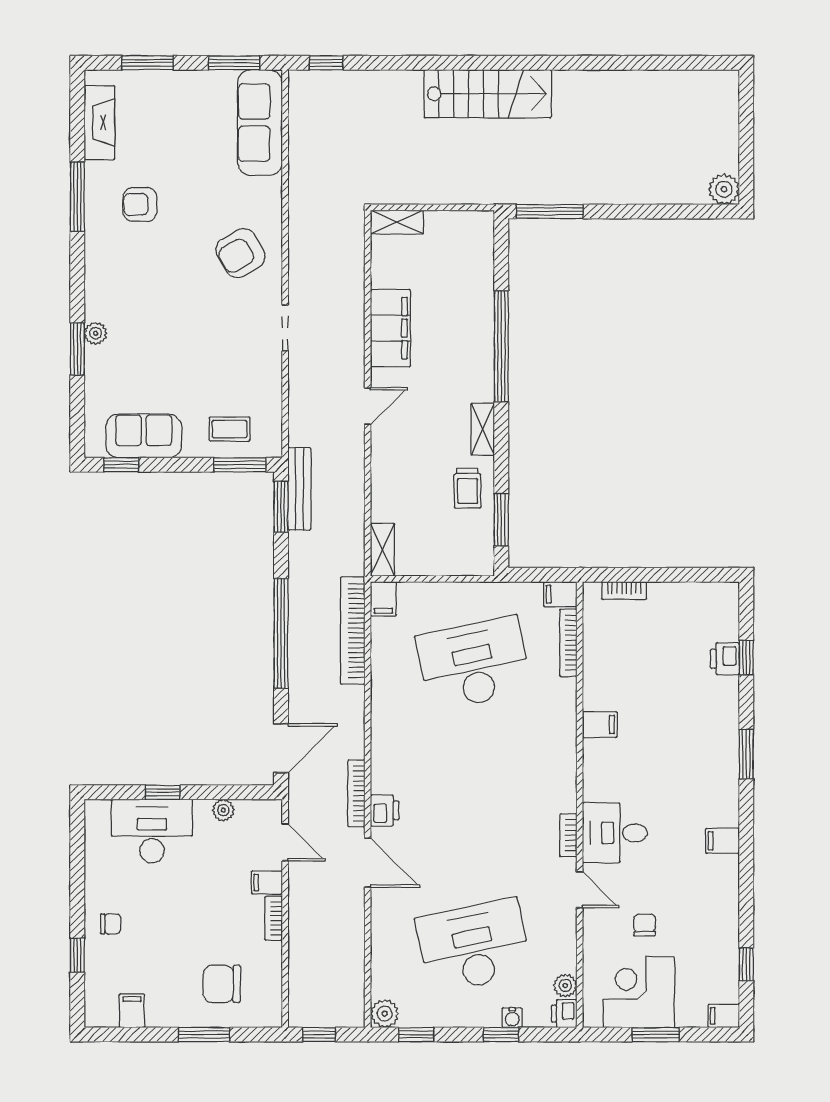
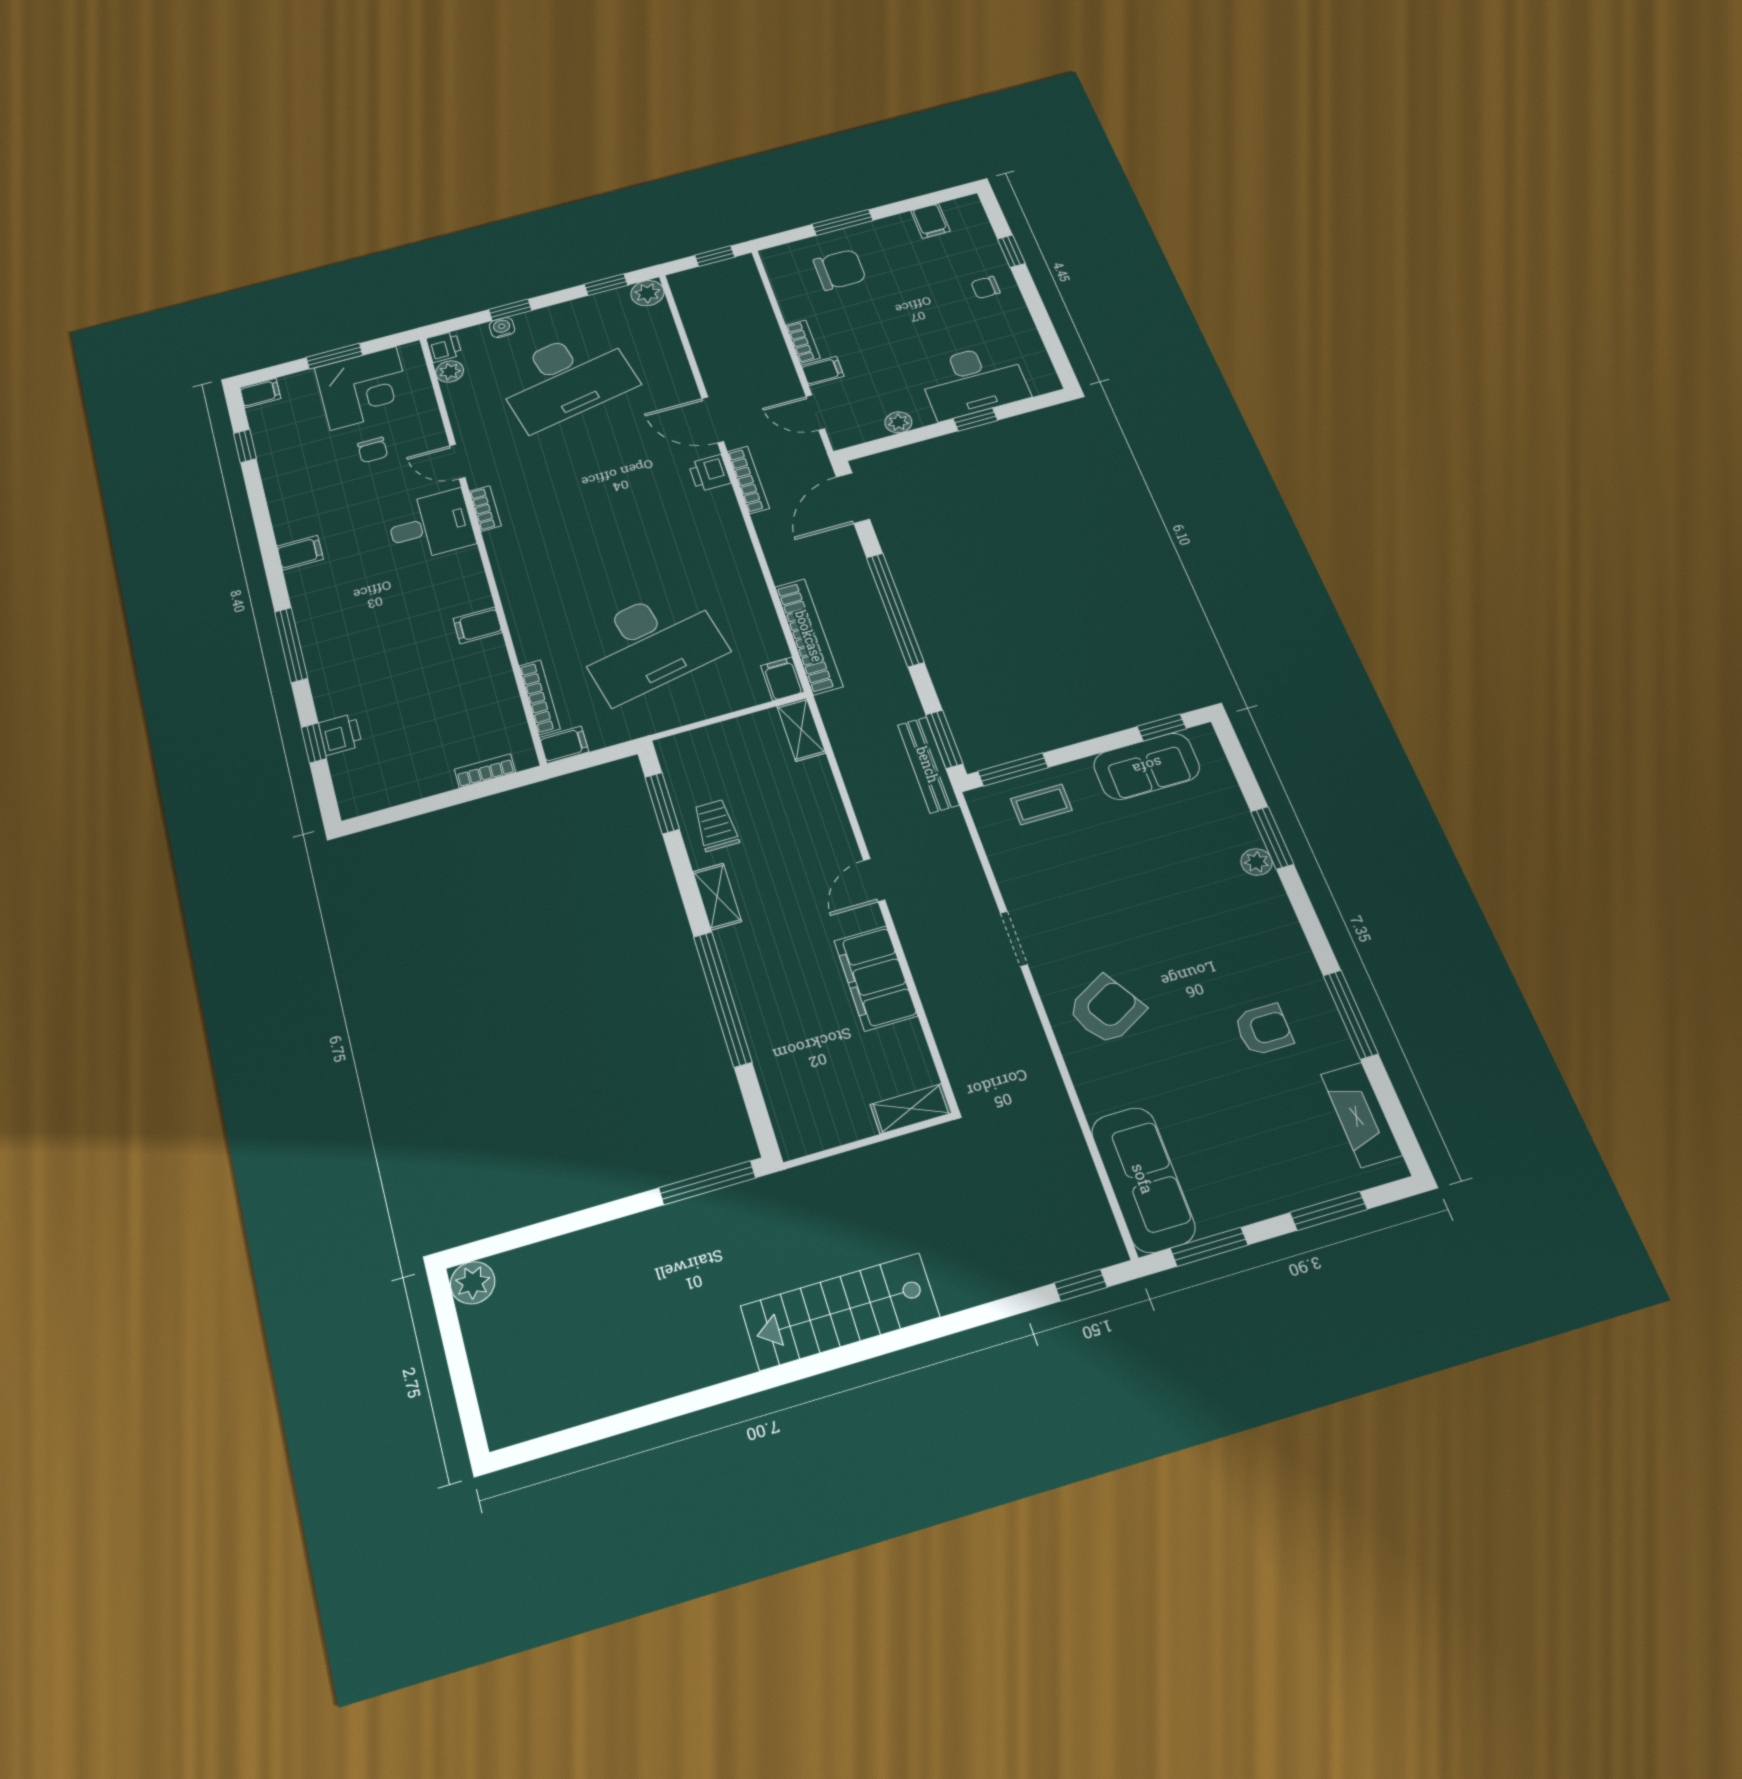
window: (746, 754) -> (291, 645), width x1.44

